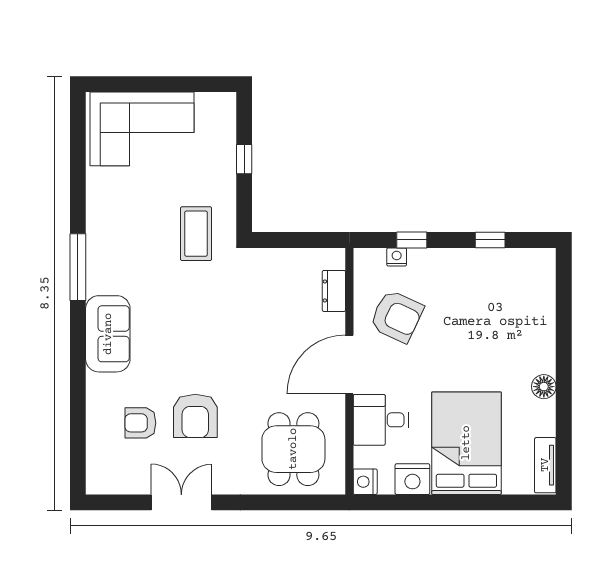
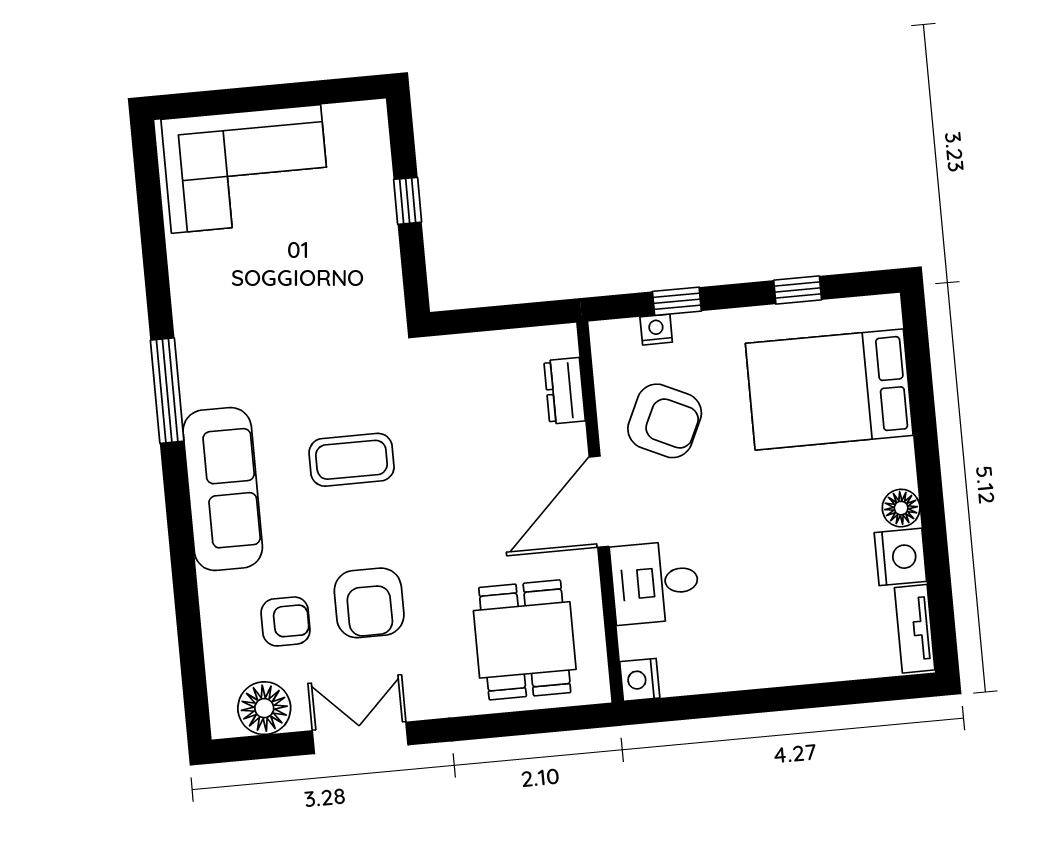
coffee table: (196, 234) -> (352, 460), moved, turned 90
sofa: (108, 334) -> (223, 489), width x1.36
armchair: (140, 423) -> (286, 621), turned 180
bed: (466, 443) -> (829, 389), moved, turned -90
floor lamp: (121, 477) -> (264, 708), added
nightstand: (412, 479) -> (900, 557), moved, turned -90

